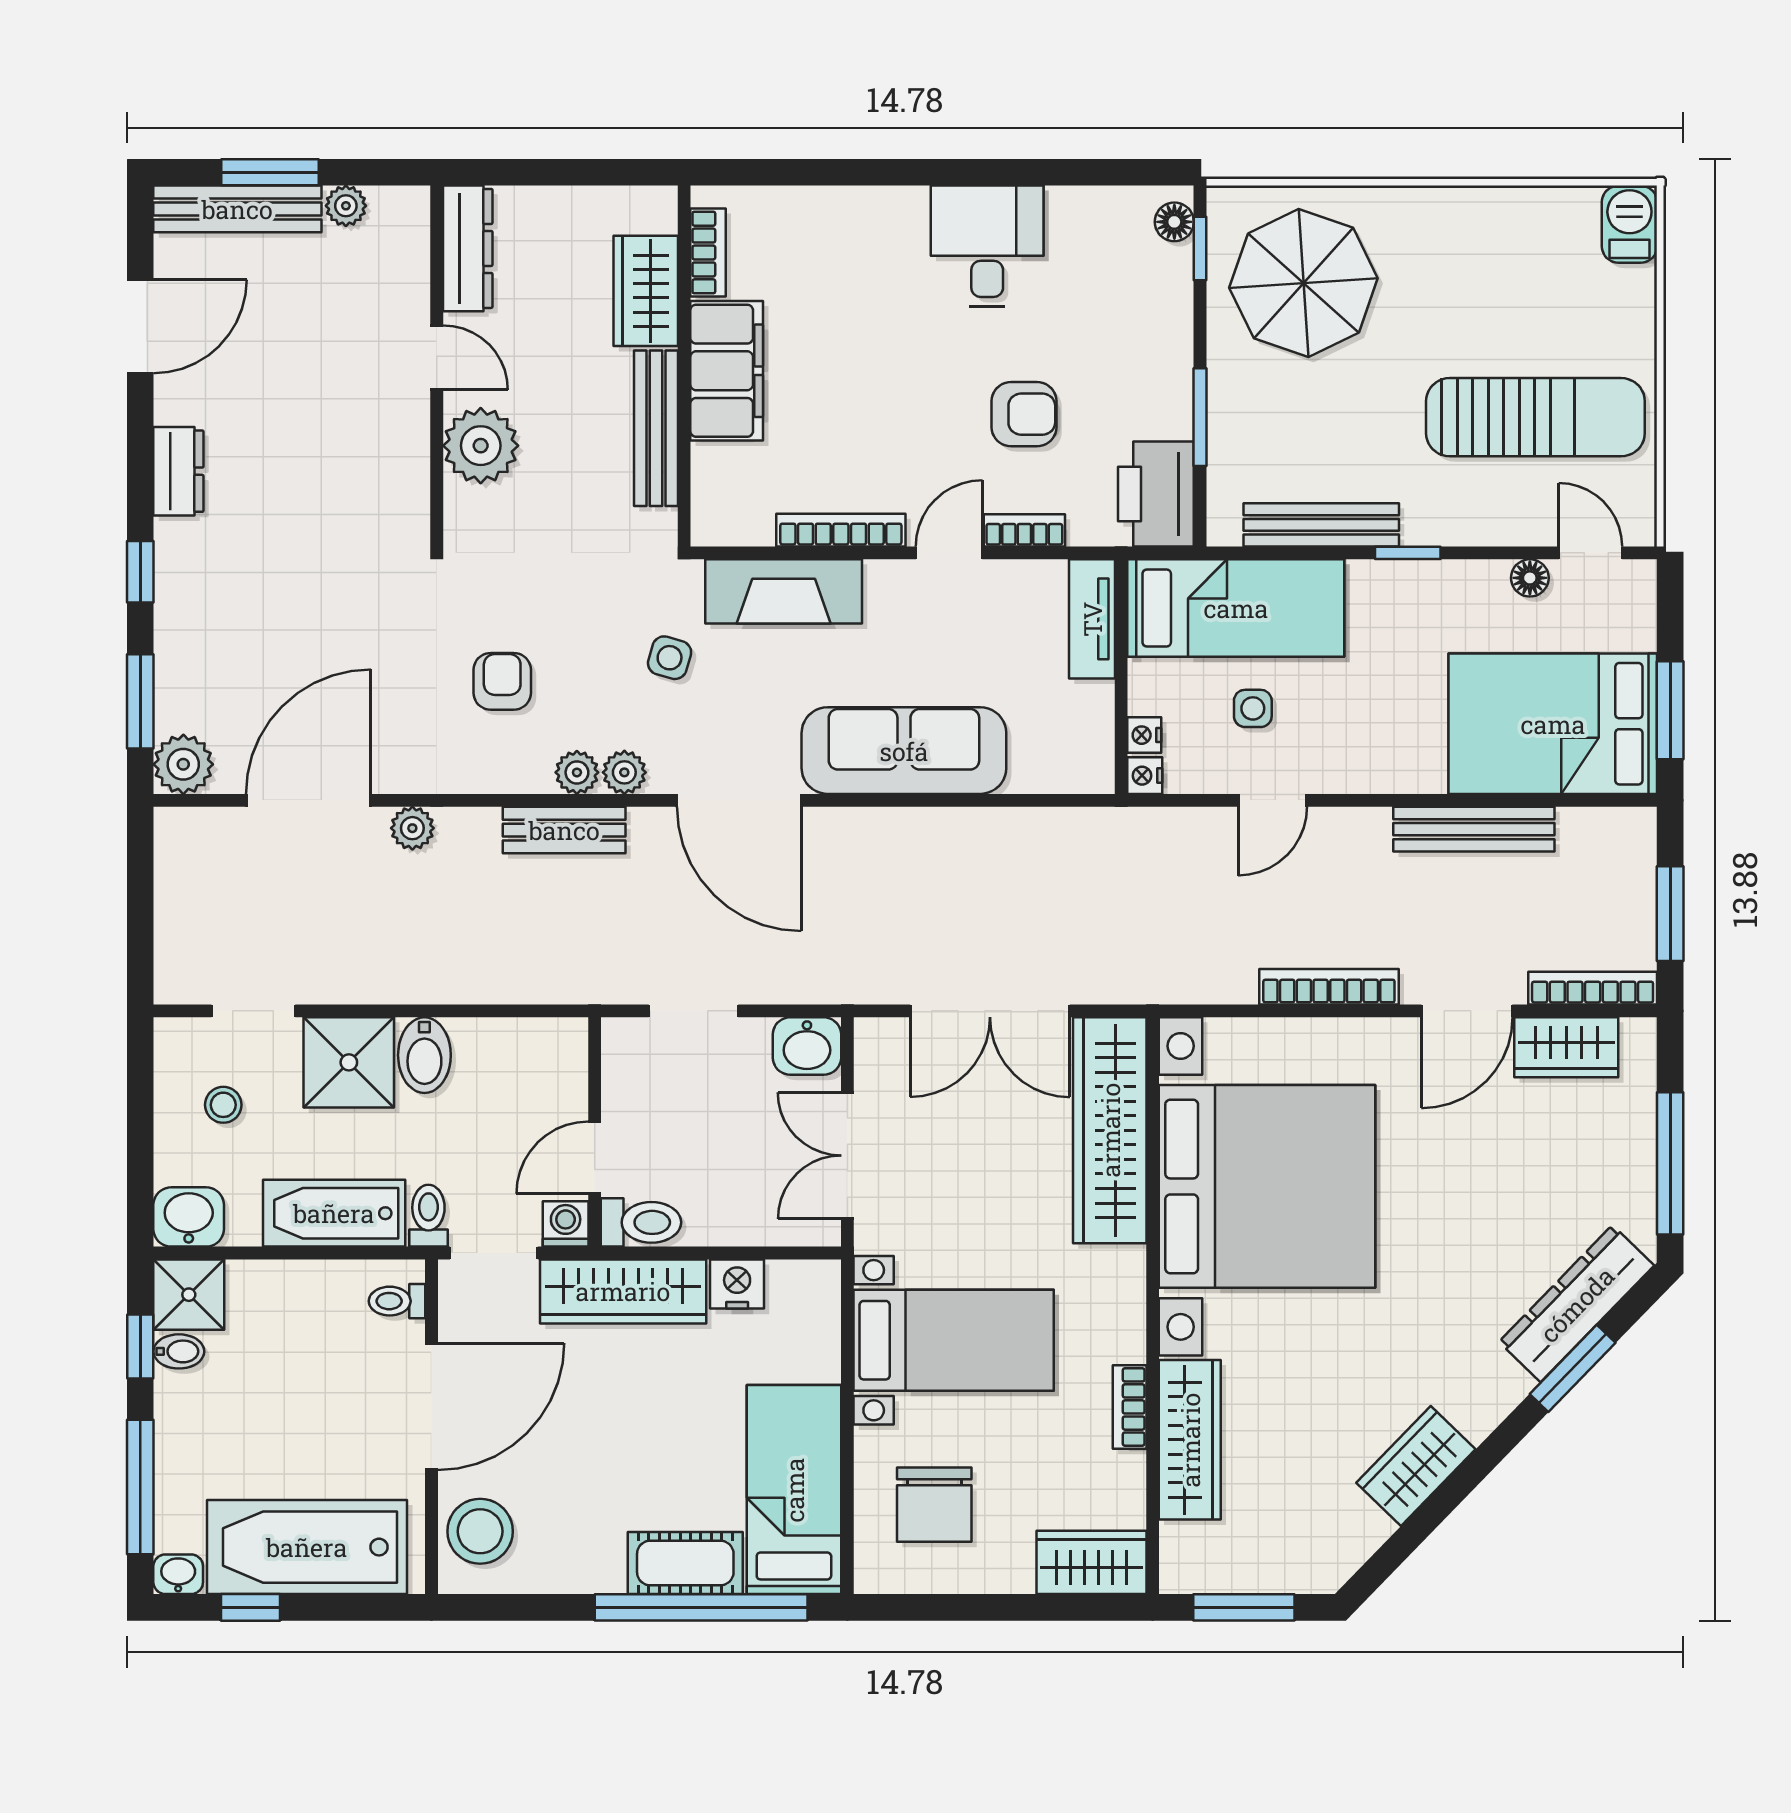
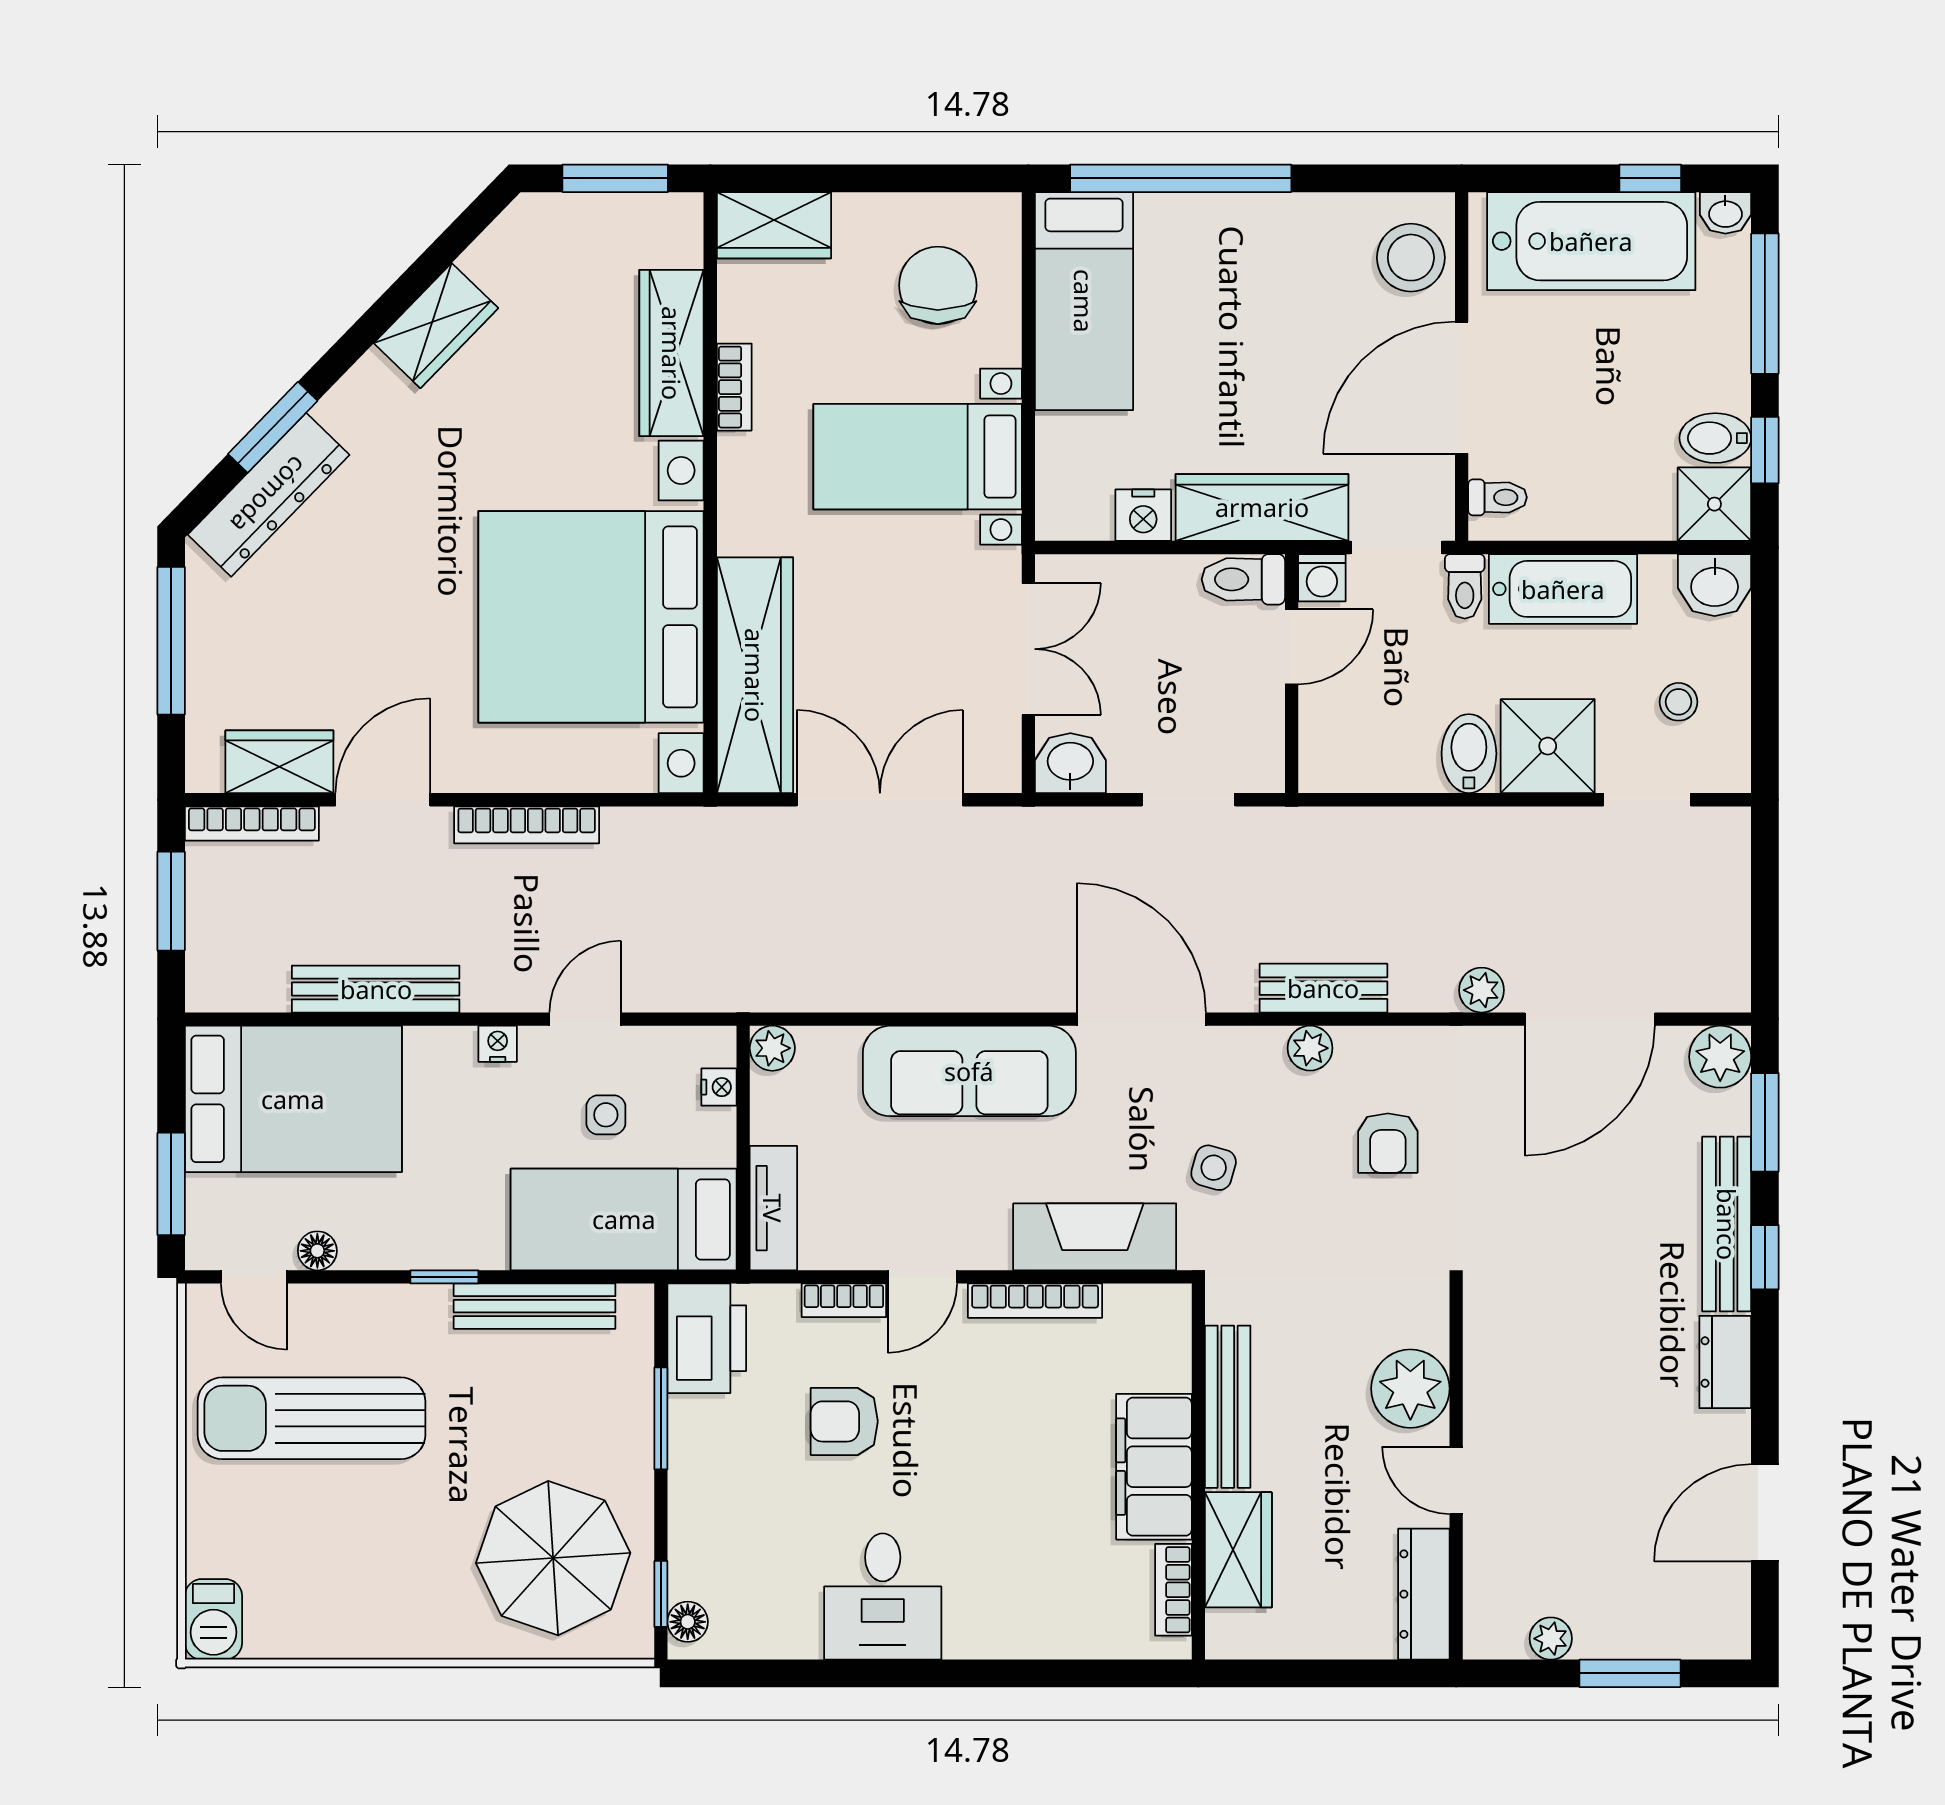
bench: (237, 209) -> (1727, 1224), moved, turned 90
window: (1670, 710) -> (171, 1184), moved
plant: (624, 772) -> (772, 1048), moved
nightstand: (1145, 776) -> (498, 1044), moved, turned -90
bidet: (179, 1351) -> (1715, 438), width x1.38, depth x1.36
cot: (685, 1563) -> (1197, 225), removed

